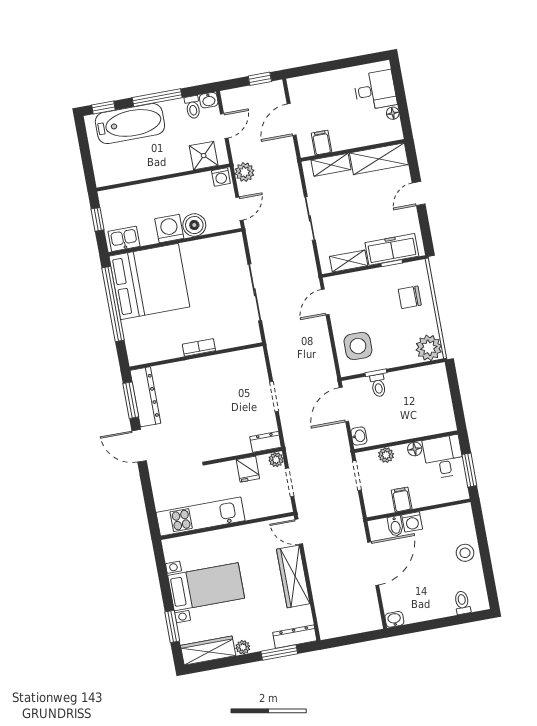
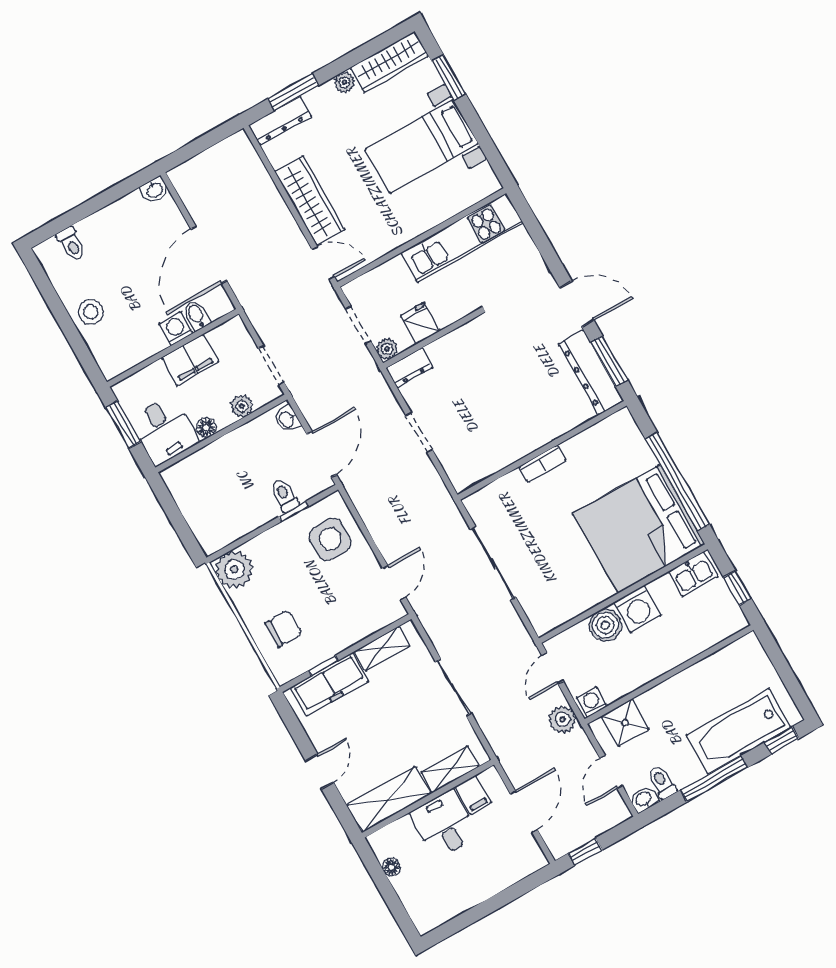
desk: (375, 90) -> (444, 824), moved, turned 90
filing cabinet: (402, 500) -> (190, 360), width x2.00

